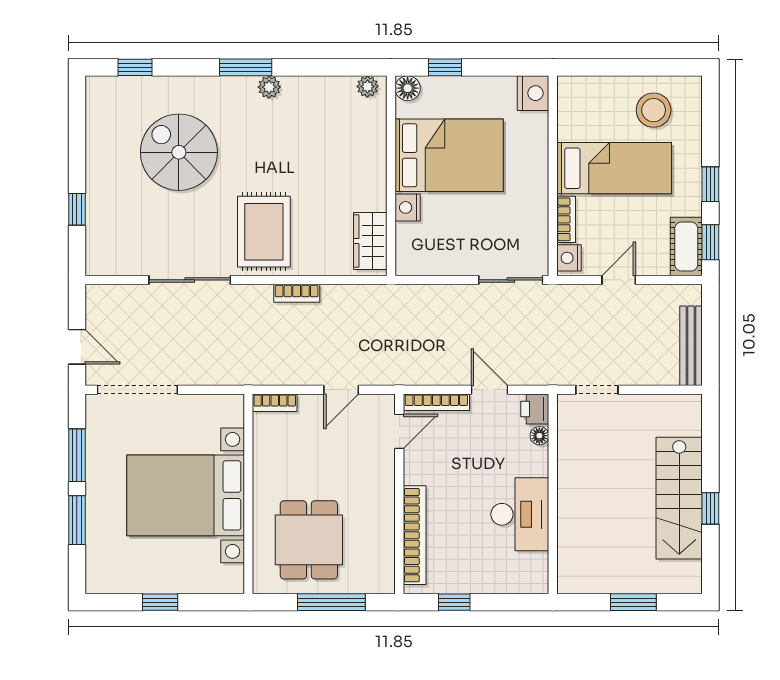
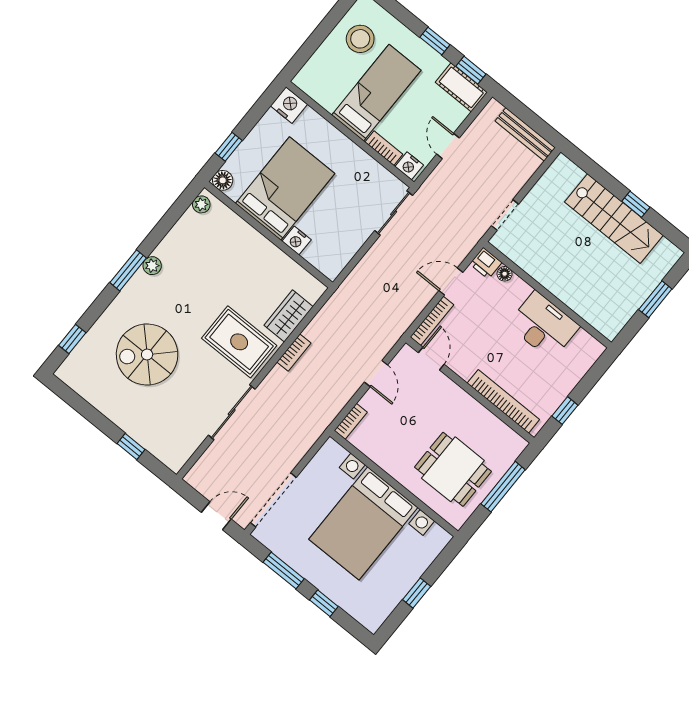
wardrobe: (370, 241) -> (289, 316), moved, turned 90
window: (77, 520) -> (324, 603), width x0.67

